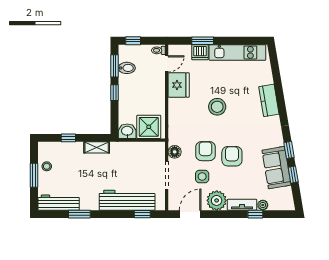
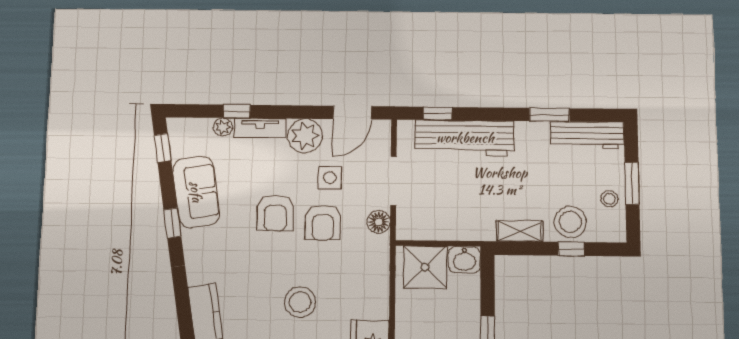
stool: (69, 153) -> (570, 222), added
window: (293, 175) -> (163, 148), moved

